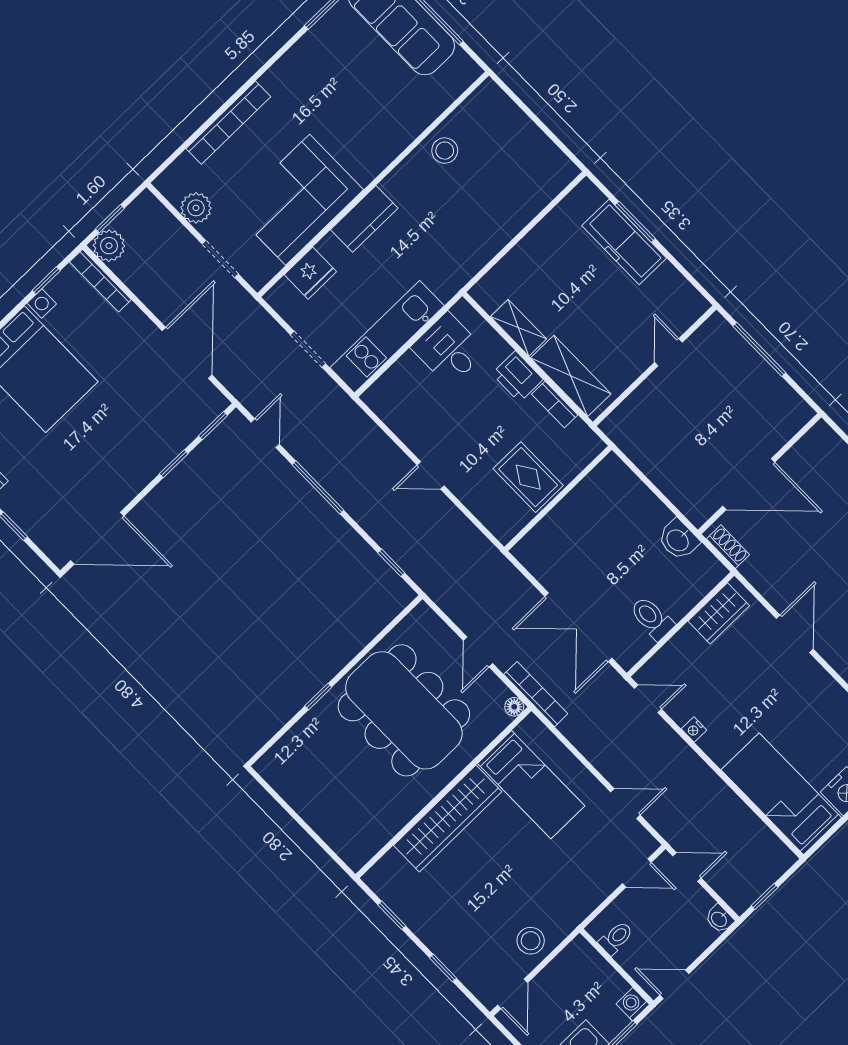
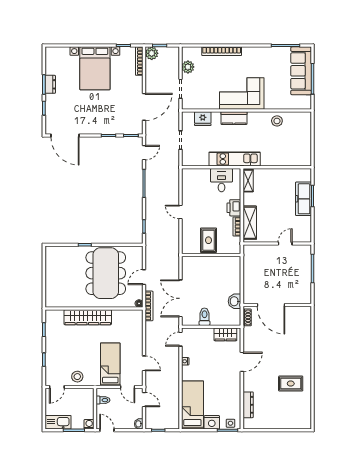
corner sofa: (298, 200) -> (242, 93), moved
shelving: (518, 328) -> (248, 181), moved
kitchen unit: (387, 337) -> (235, 159), moved
door: (648, 699) -> (180, 339), swing flipped
bed: (531, 785) -> (110, 364), moved, turned 180

